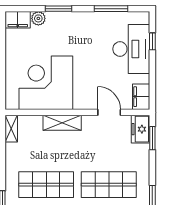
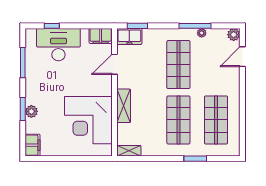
plant: (38, 18) -> (31, 111), moved

